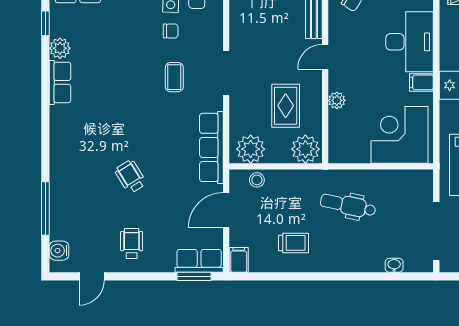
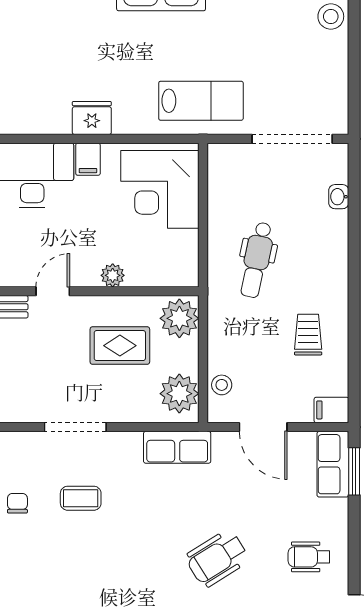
door: (325, 57) -> (53, 291), swing flipped
row of seats: (211, 147) -> (177, 447), width x0.68
wheelchair: (131, 177) -> (217, 558), width x1.36, depth x1.37

